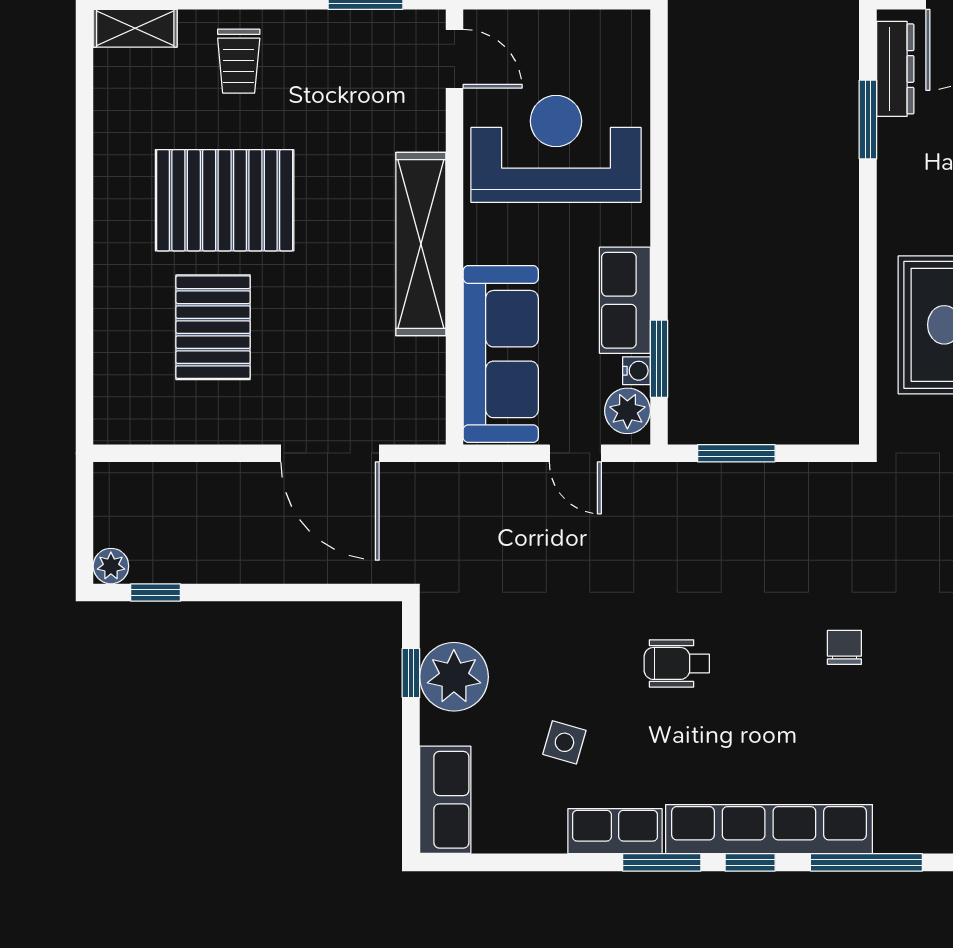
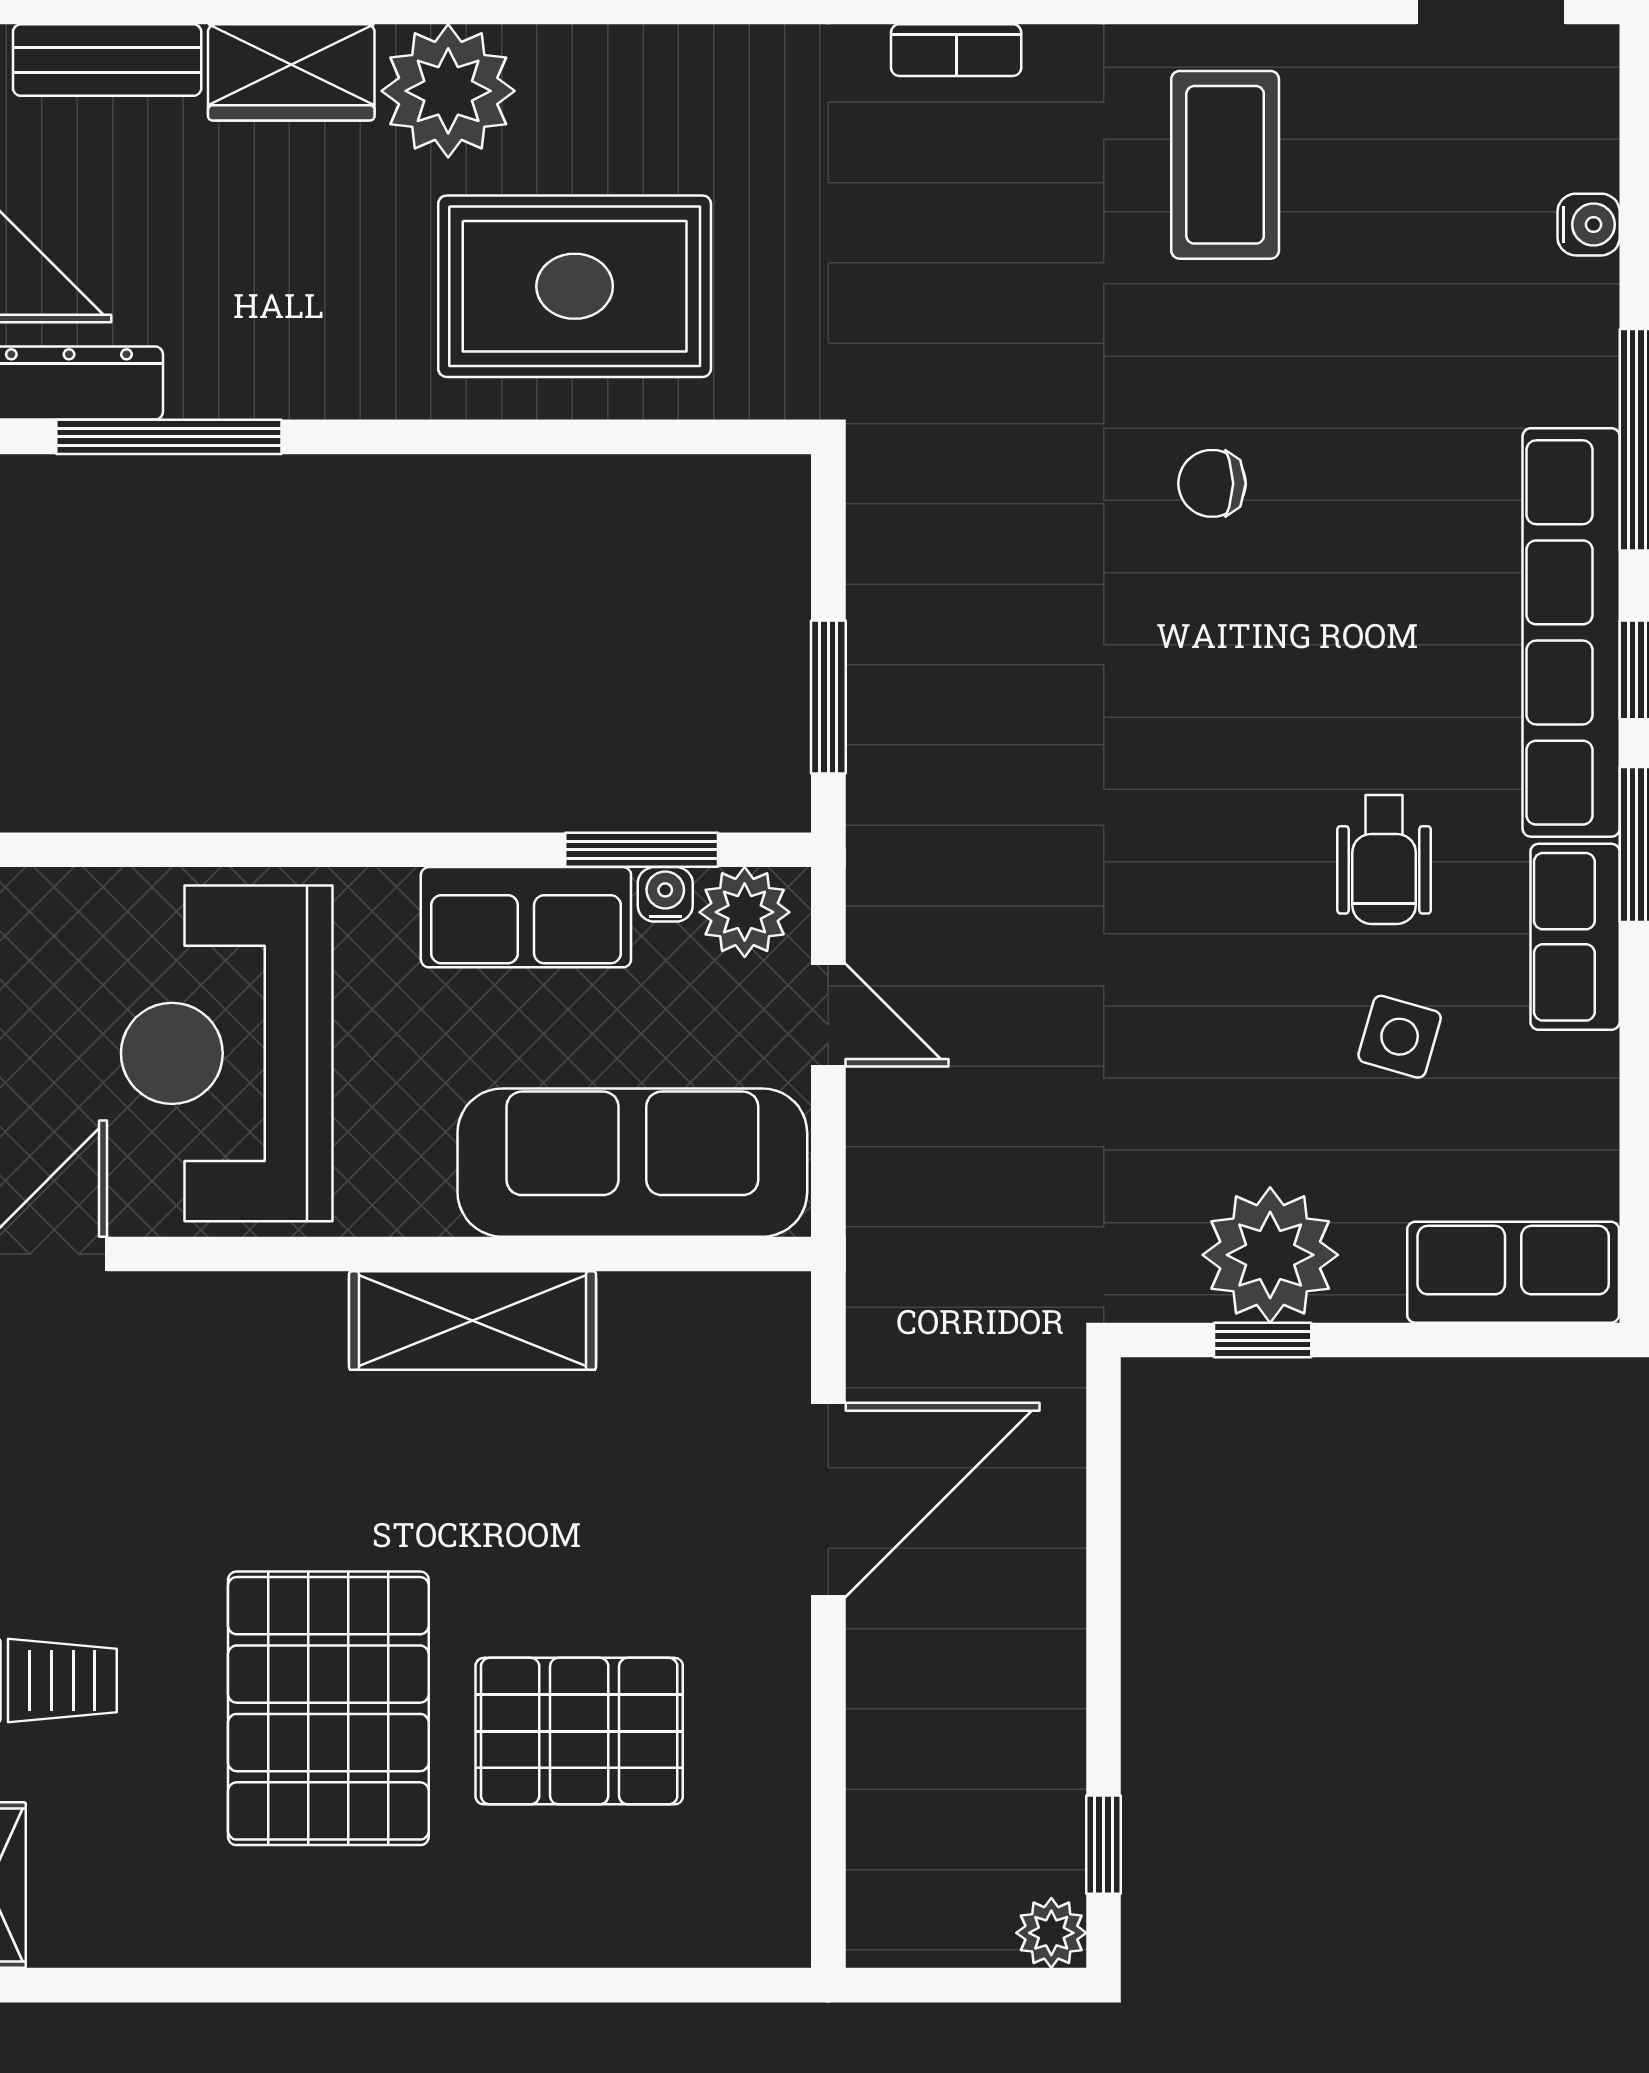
window: (868, 120) -> (169, 437), width x1.44
shelving: (421, 244) -> (472, 1321), width x0.68
door: (575, 453) -> (828, 1015), hinge flipped
wheelchair: (677, 663) -> (1384, 860), moved

